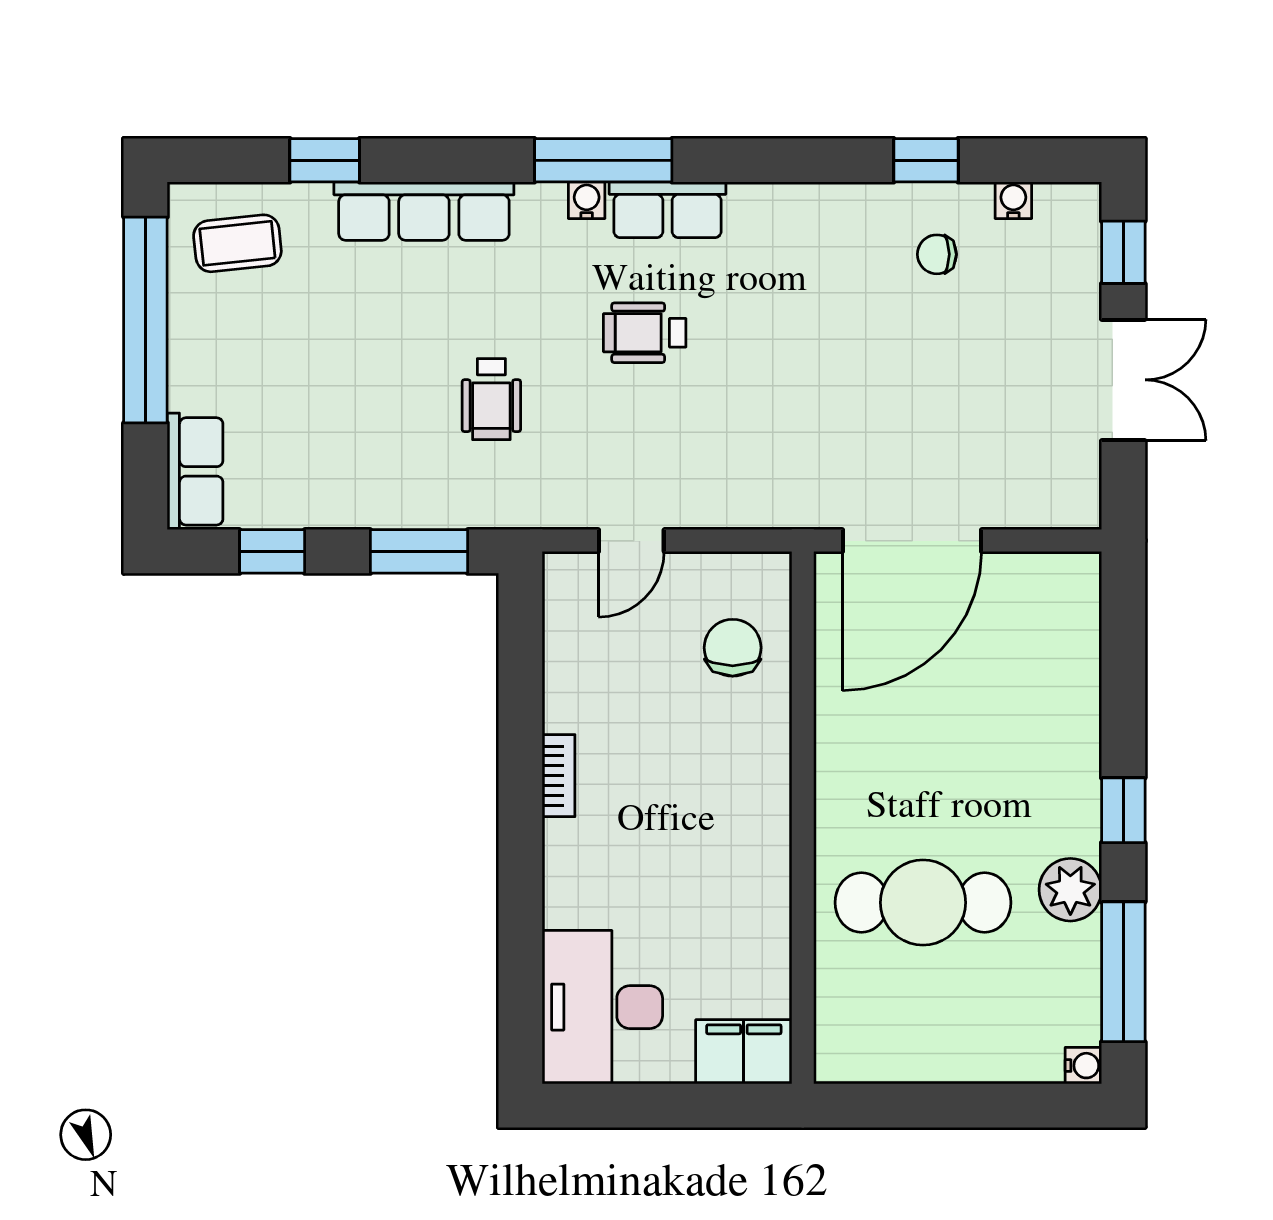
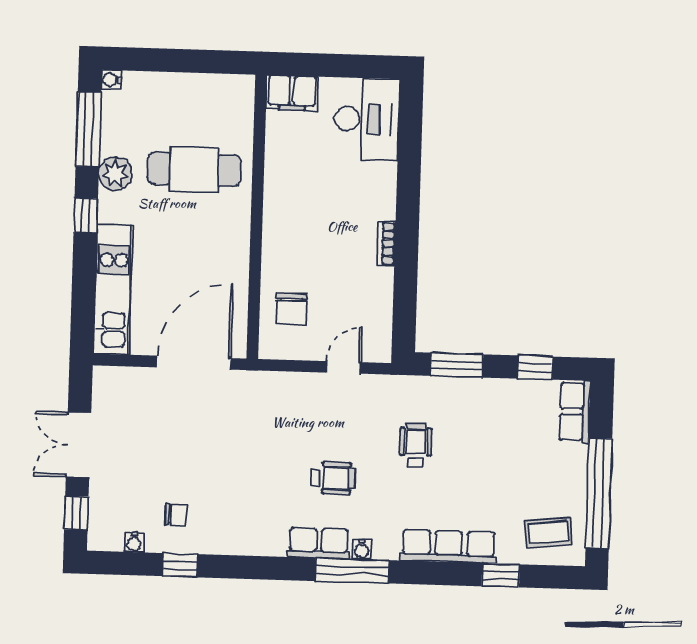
kitchen unit: (1068, 672) -> (113, 290), added

